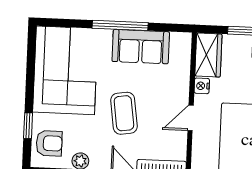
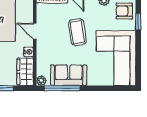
window: (120, 25) -> (62, 88), moved
plant: (184, 40) -> (41, 81), added
door: (191, 118) -> (35, 31), swing flipped

